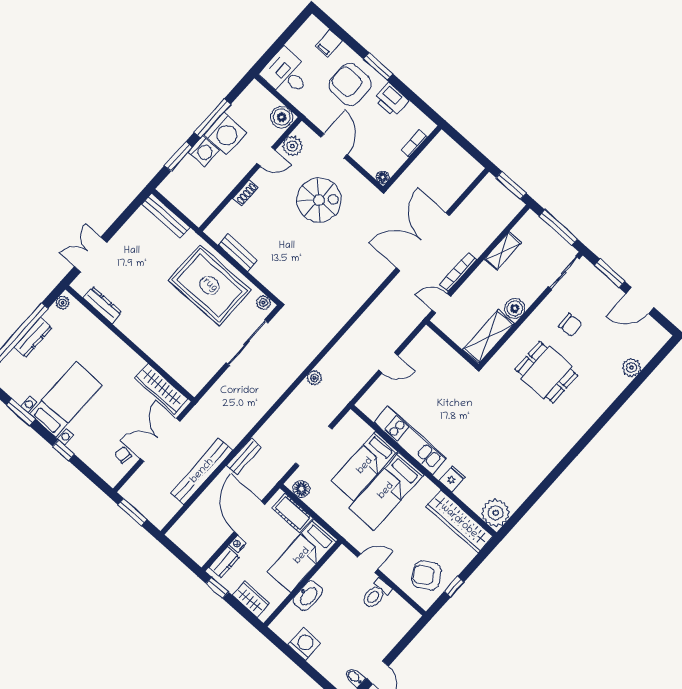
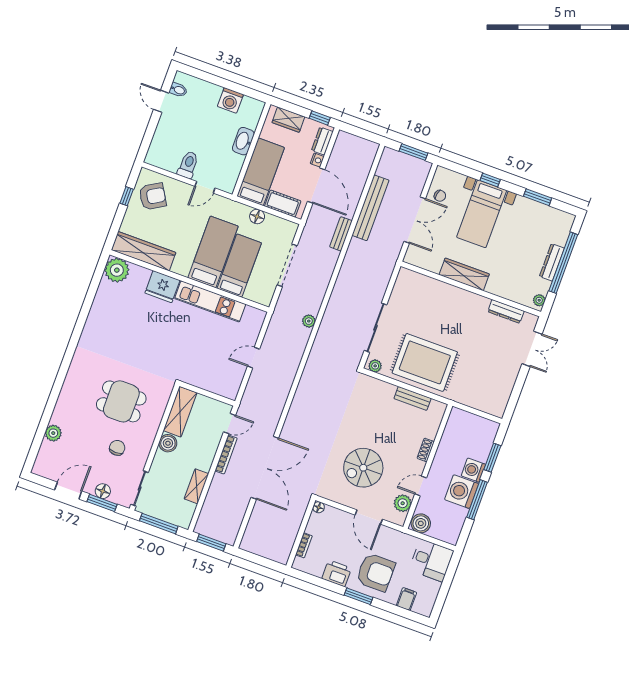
bench: (166, 216) -> (483, 405), removed
floor lamp: (604, 285) -> (103, 491), added
chair: (570, 325) -> (117, 448), turned 93
wardrobe: (161, 389) -> (464, 274), moved
bed with nightstands: (66, 400) -> (482, 214), moved
fridge: (452, 479) -> (162, 287), width x1.88, depth x1.34
floor lamp: (301, 489) -> (257, 217), moved

